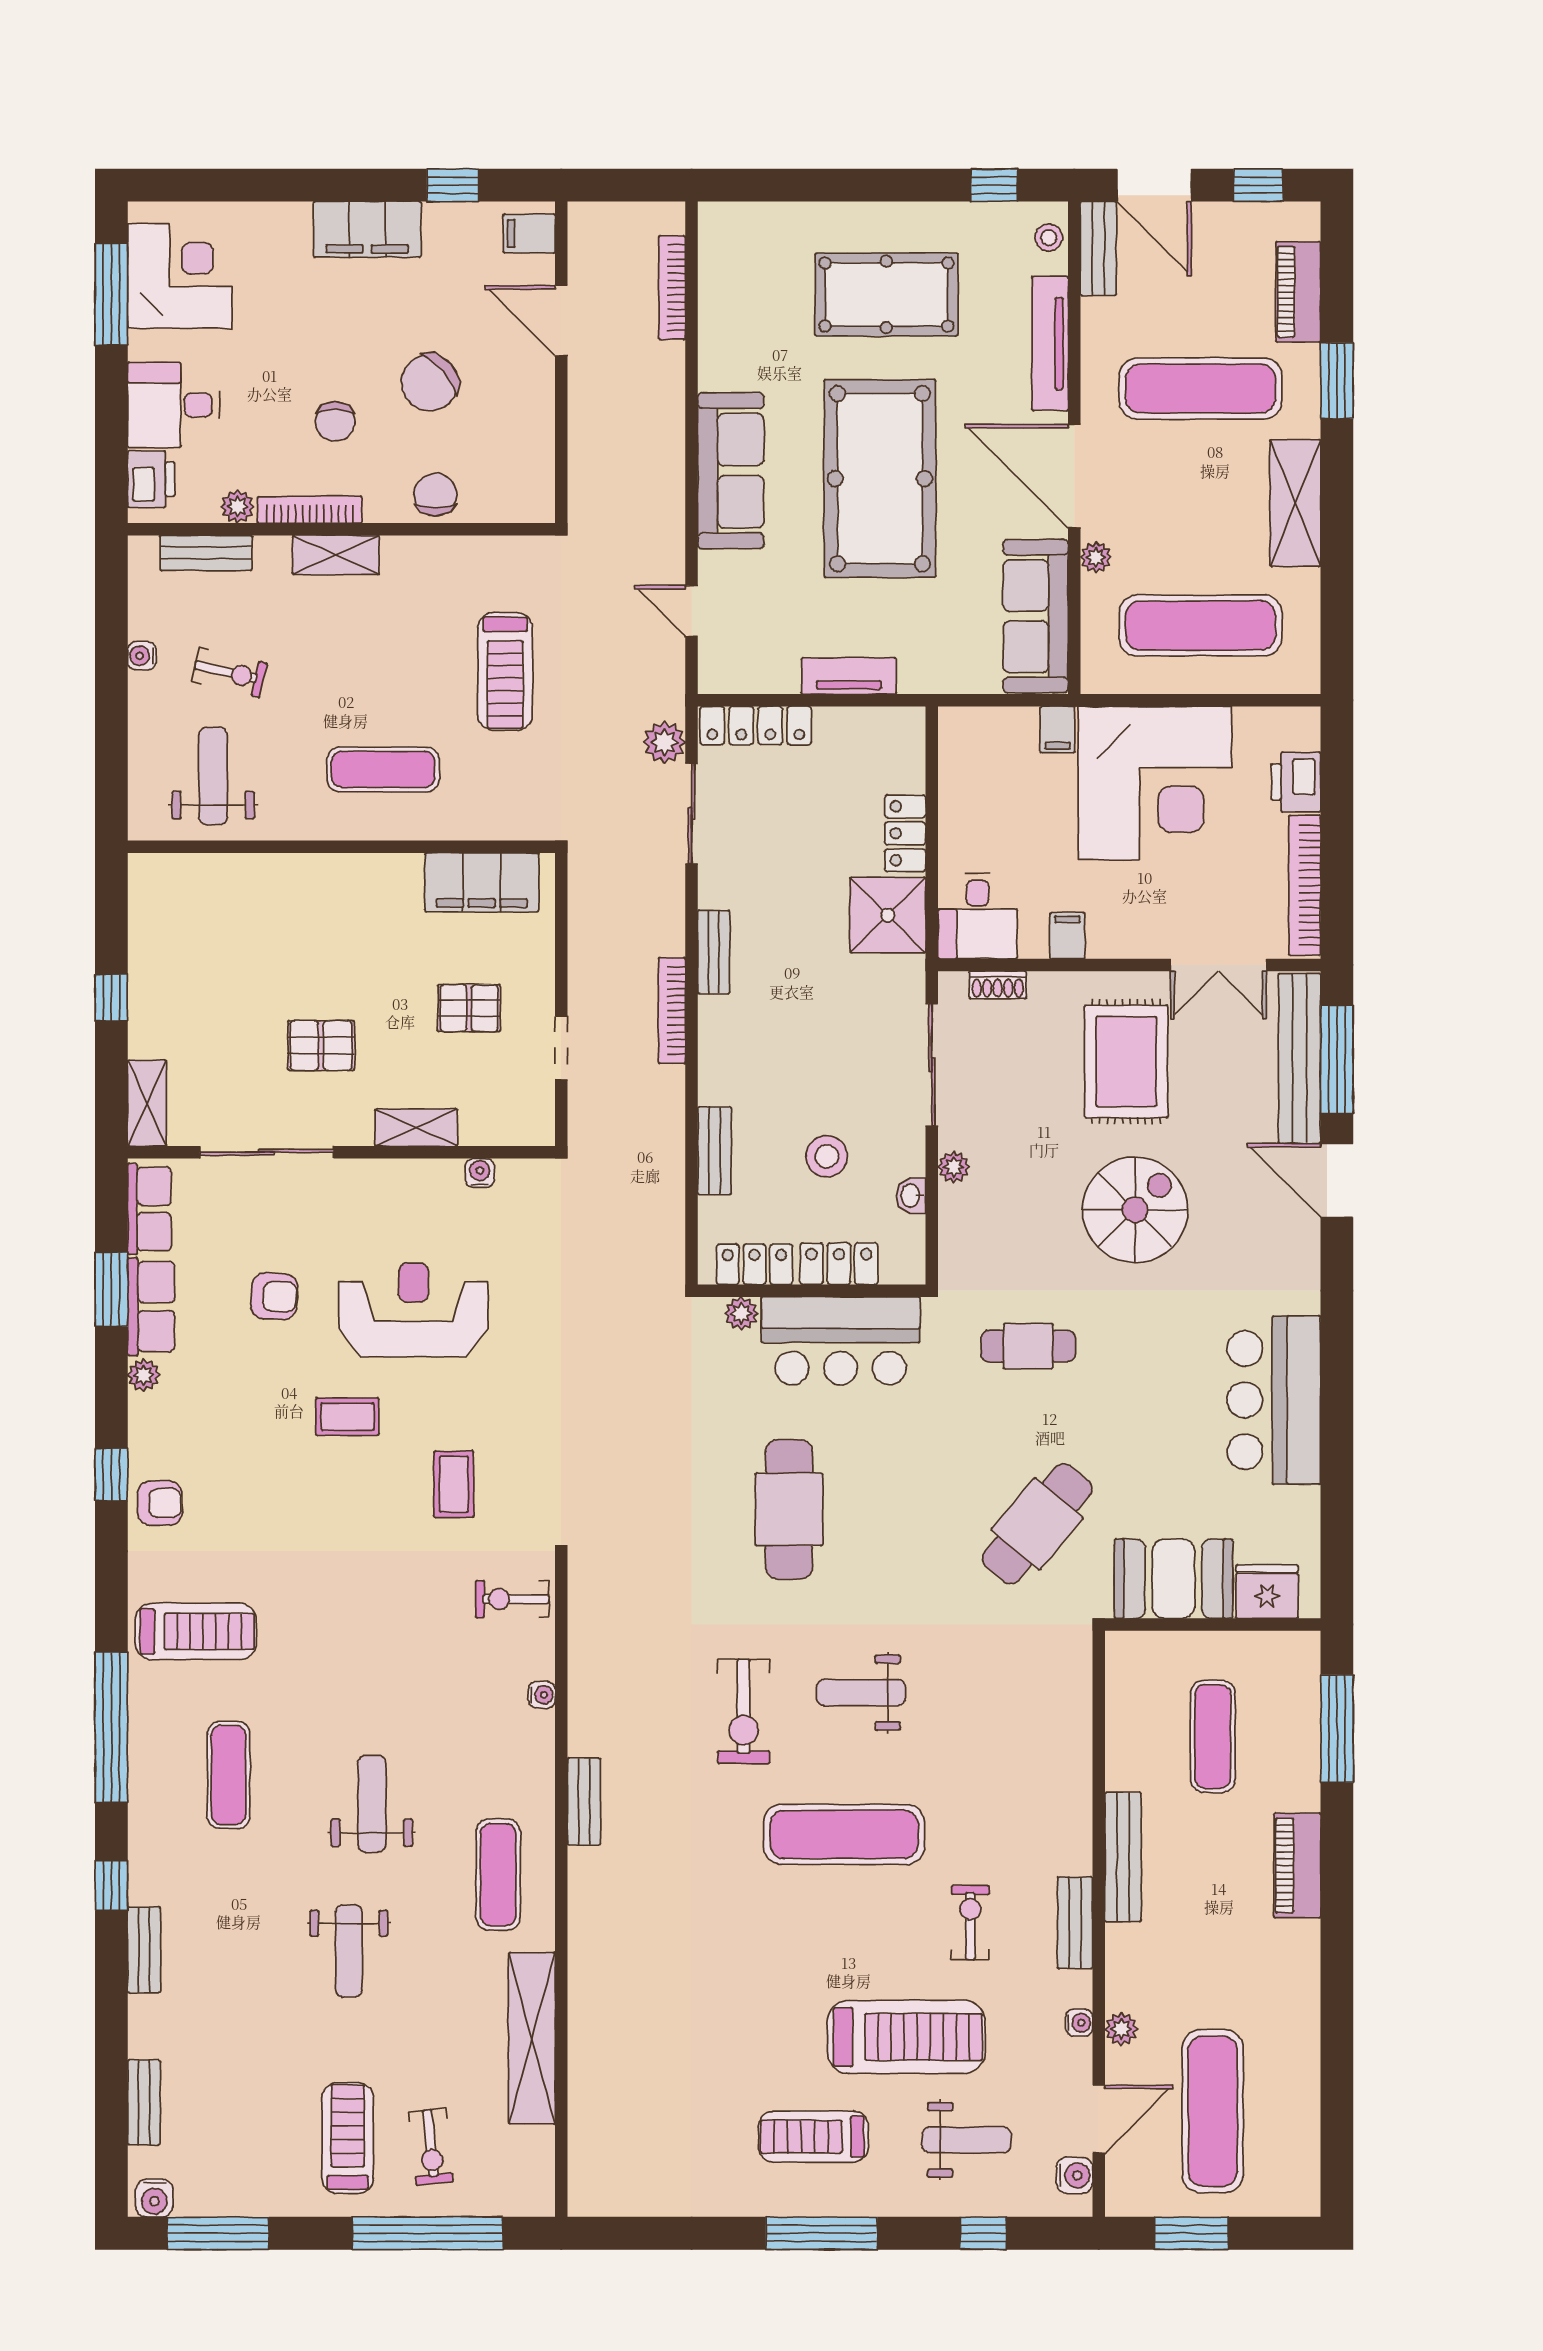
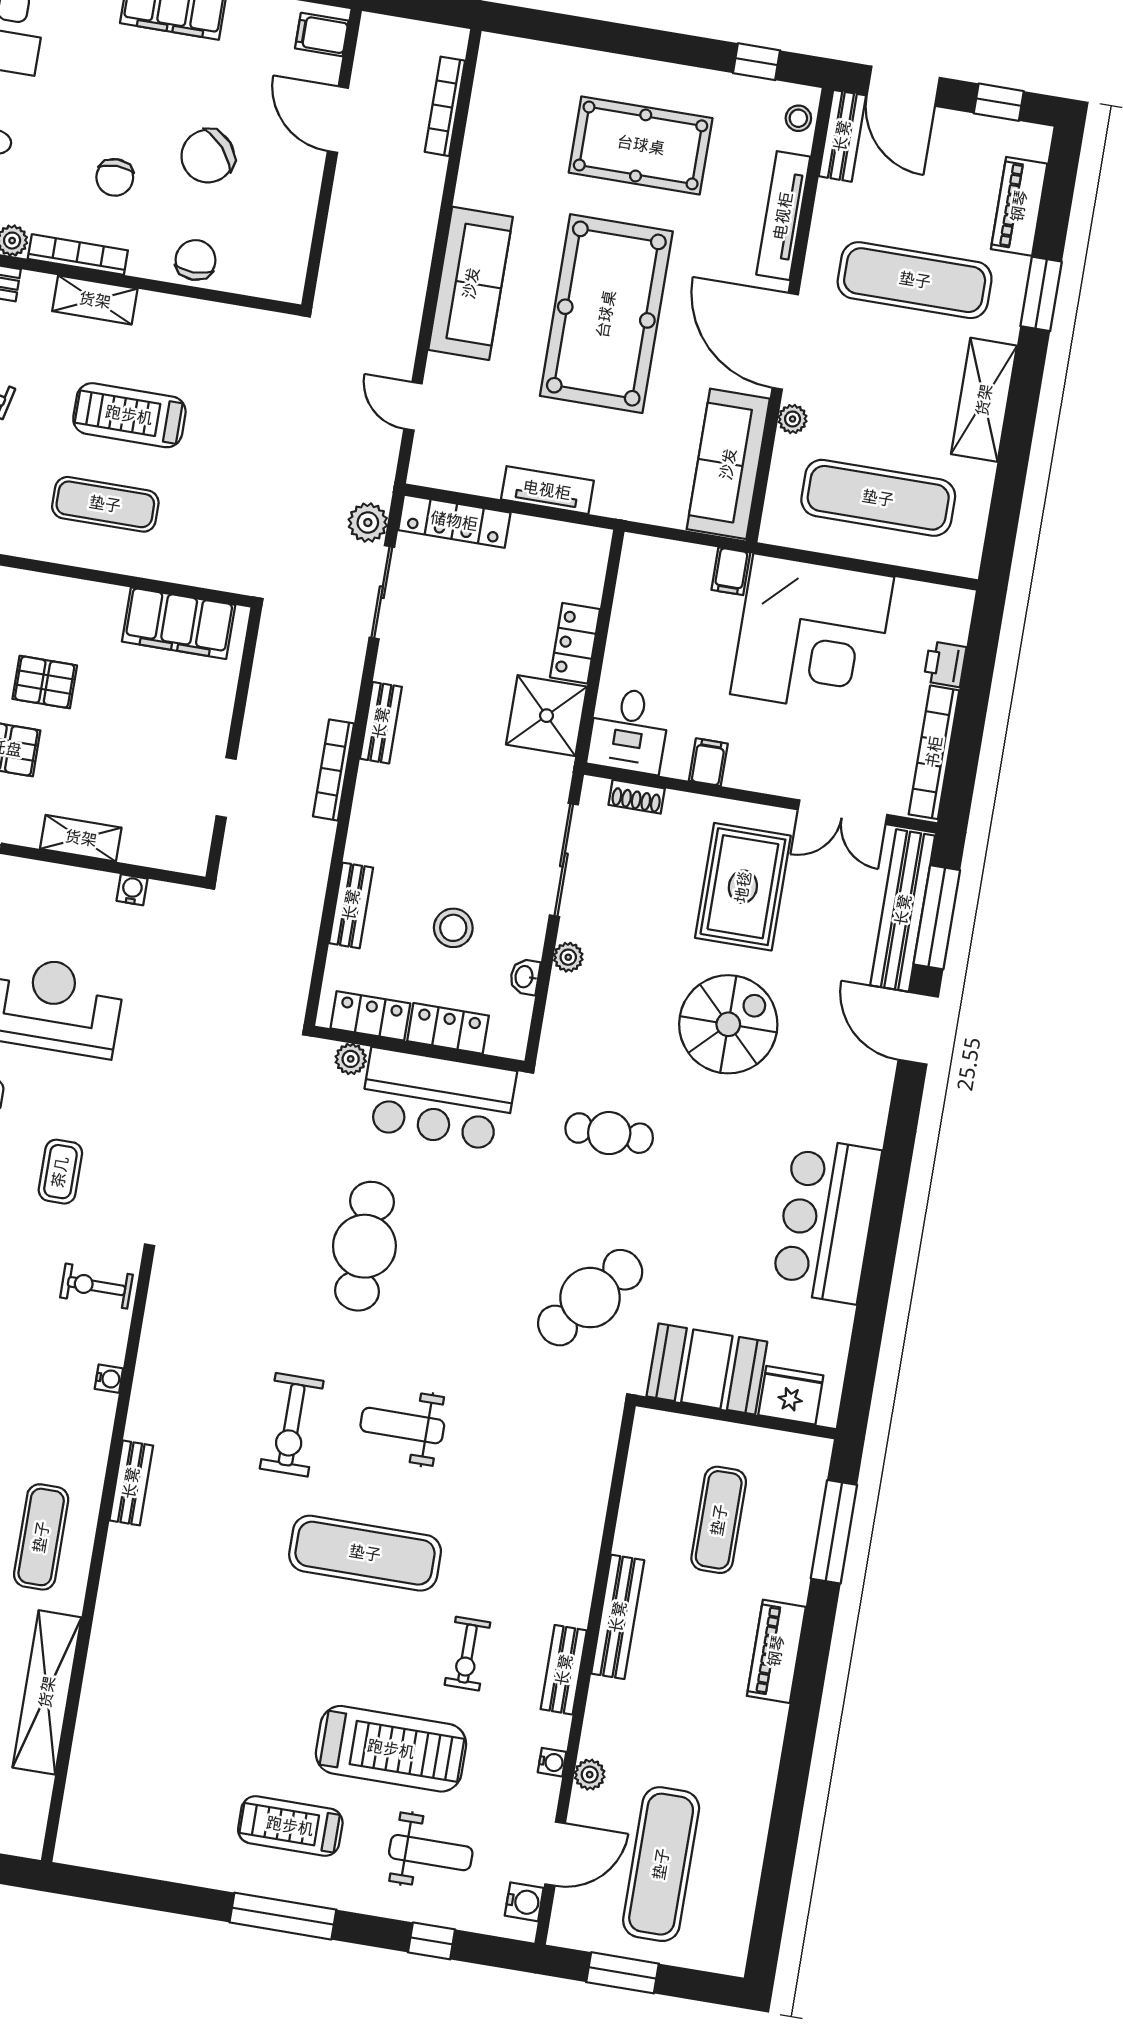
treadmill: (505, 672) -> (129, 415), moved, turned 90
printer: (1296, 782) -> (945, 664), width x0.73, depth x0.81
pallet: (469, 1008) -> (45, 682), moved
exercise bike: (970, 1923) -> (467, 1654), turned 180

